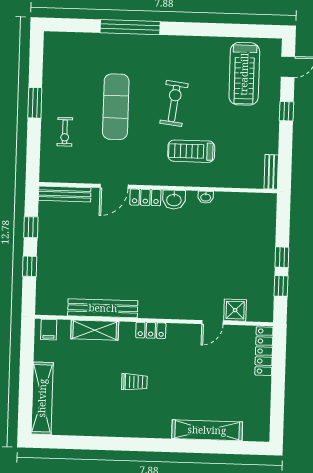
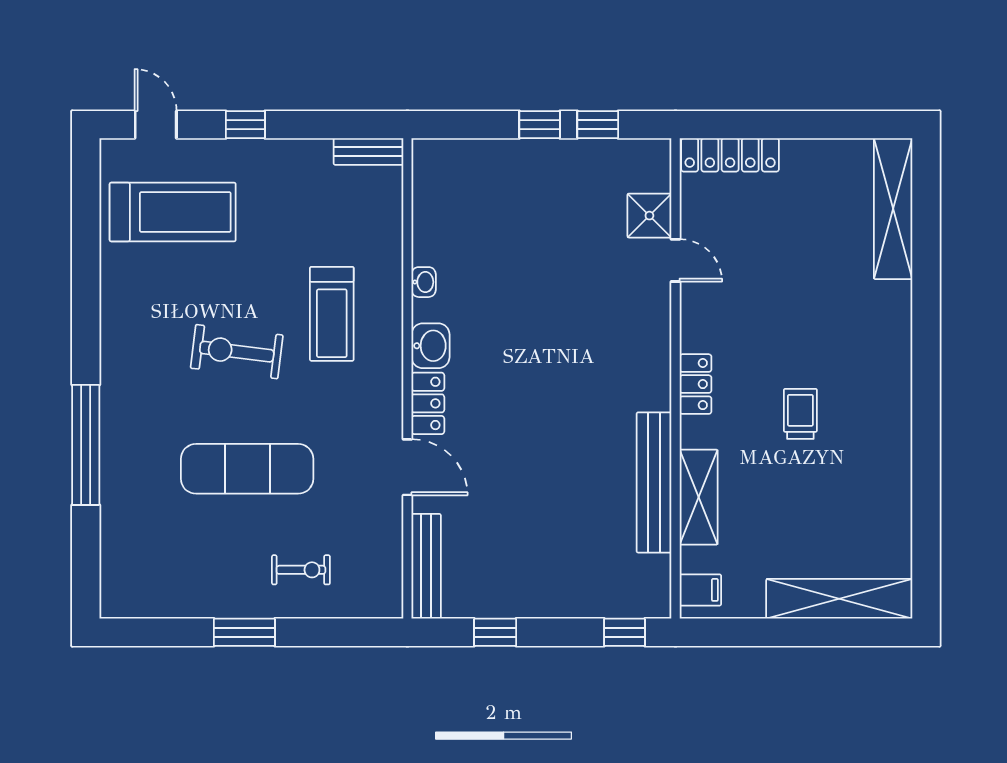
window: (30, 266) -> (625, 632), moved
shelving: (207, 430) -> (893, 209), moved

